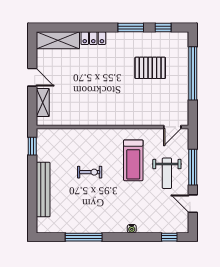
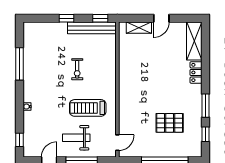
pallet: (150, 68) -> (170, 123), turned 90
door: (172, 127) -> (117, 143), swing flipped
window: (32, 184) -> (67, 18), added
bench: (43, 190) -> (92, 28), moved

